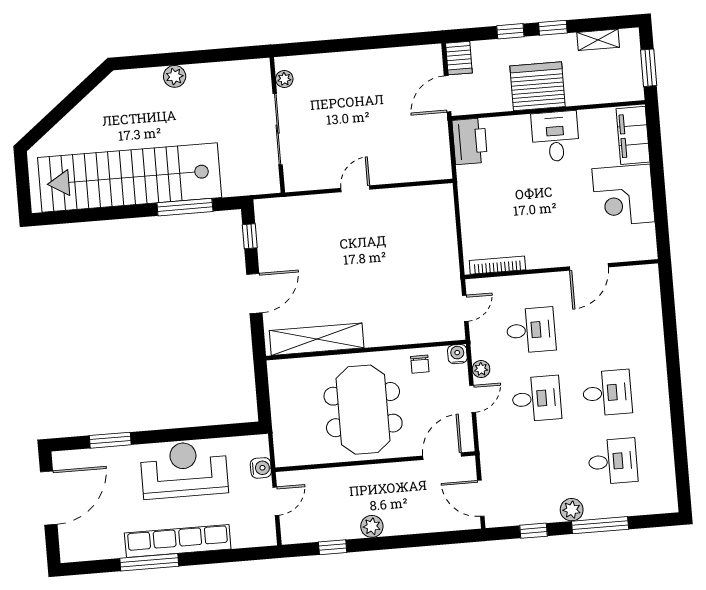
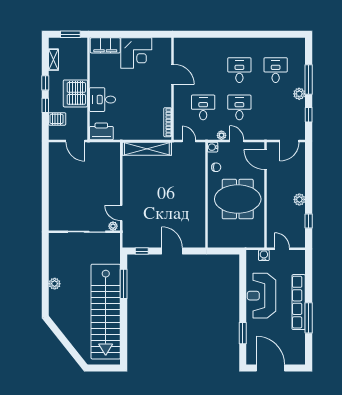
server rack: (459, 58) -> (57, 119), moved
plant: (284, 79) -> (113, 226), moved
desk: (555, 136) -> (103, 100), moved
door: (355, 189) -> (121, 213), moved
shelving: (317, 339) -> (147, 149), moved, turned 90

